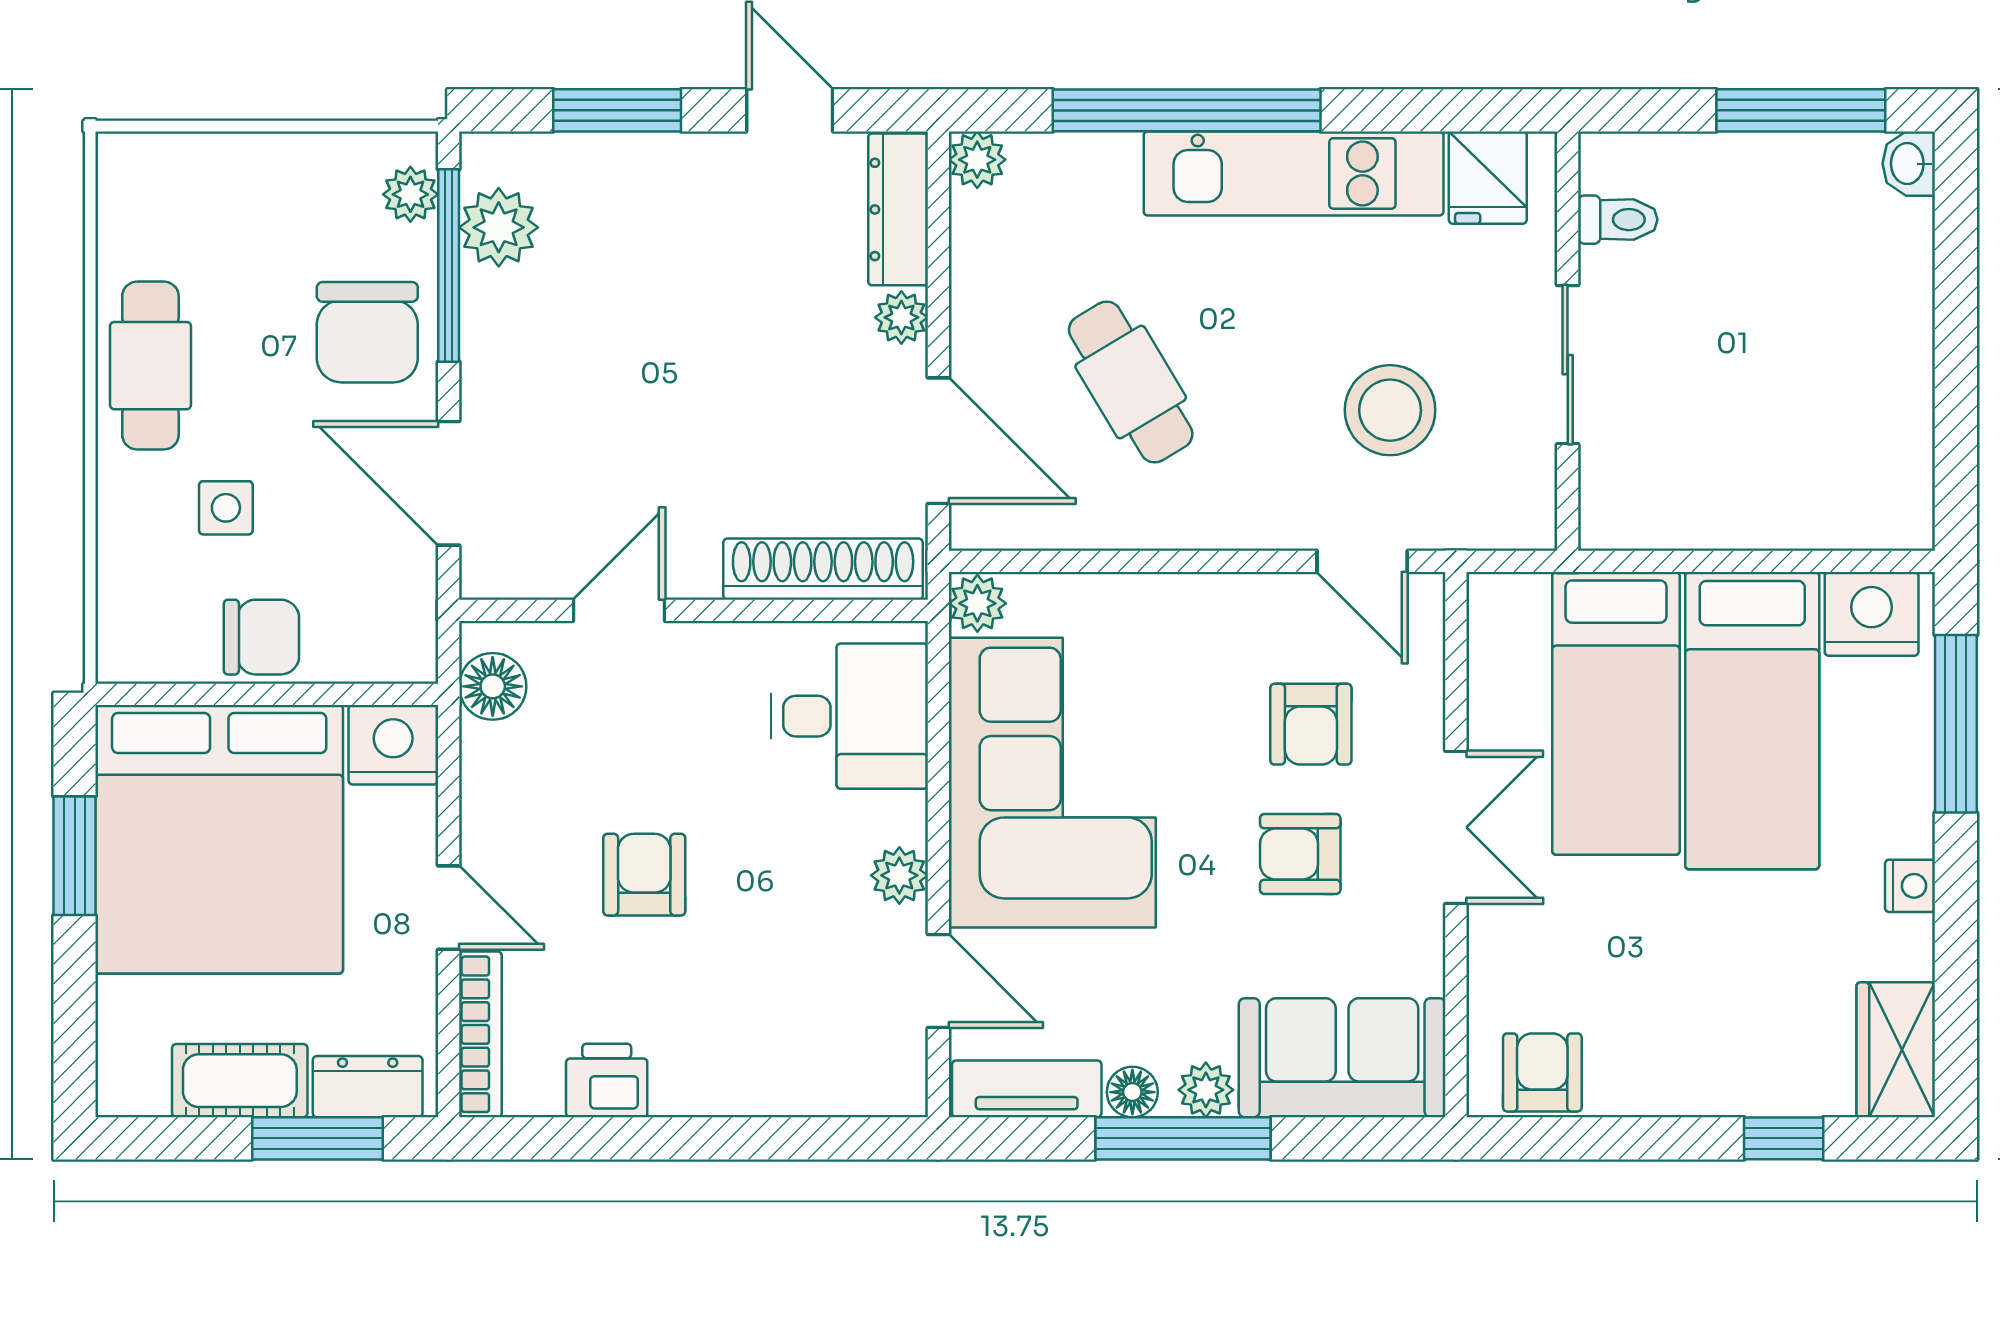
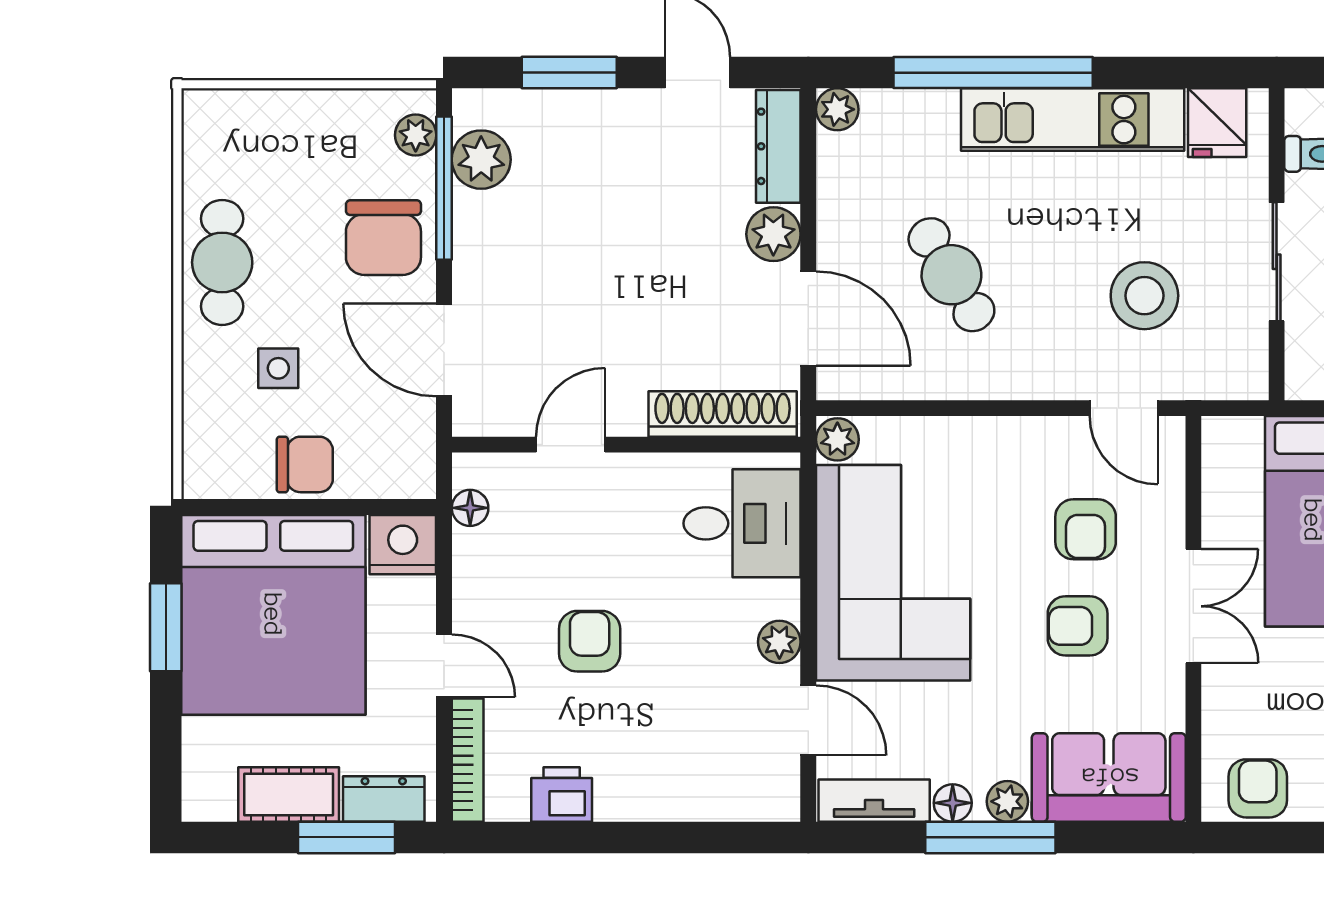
plant: (901, 317) -> (773, 234), width x1.38, depth x1.38
floor lamp: (493, 686) -> (470, 508), width x0.73, depth x0.73

